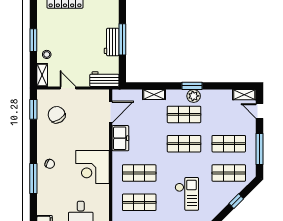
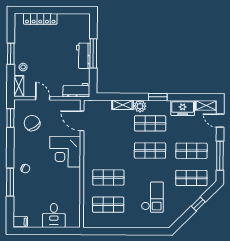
plant: (194, 96) -> (140, 106), moved
door: (111, 112) -> (82, 121), swing flipped
freezer: (120, 138) -> (183, 108), moved, turned 90
corner desk: (93, 167) -> (65, 152), moved

